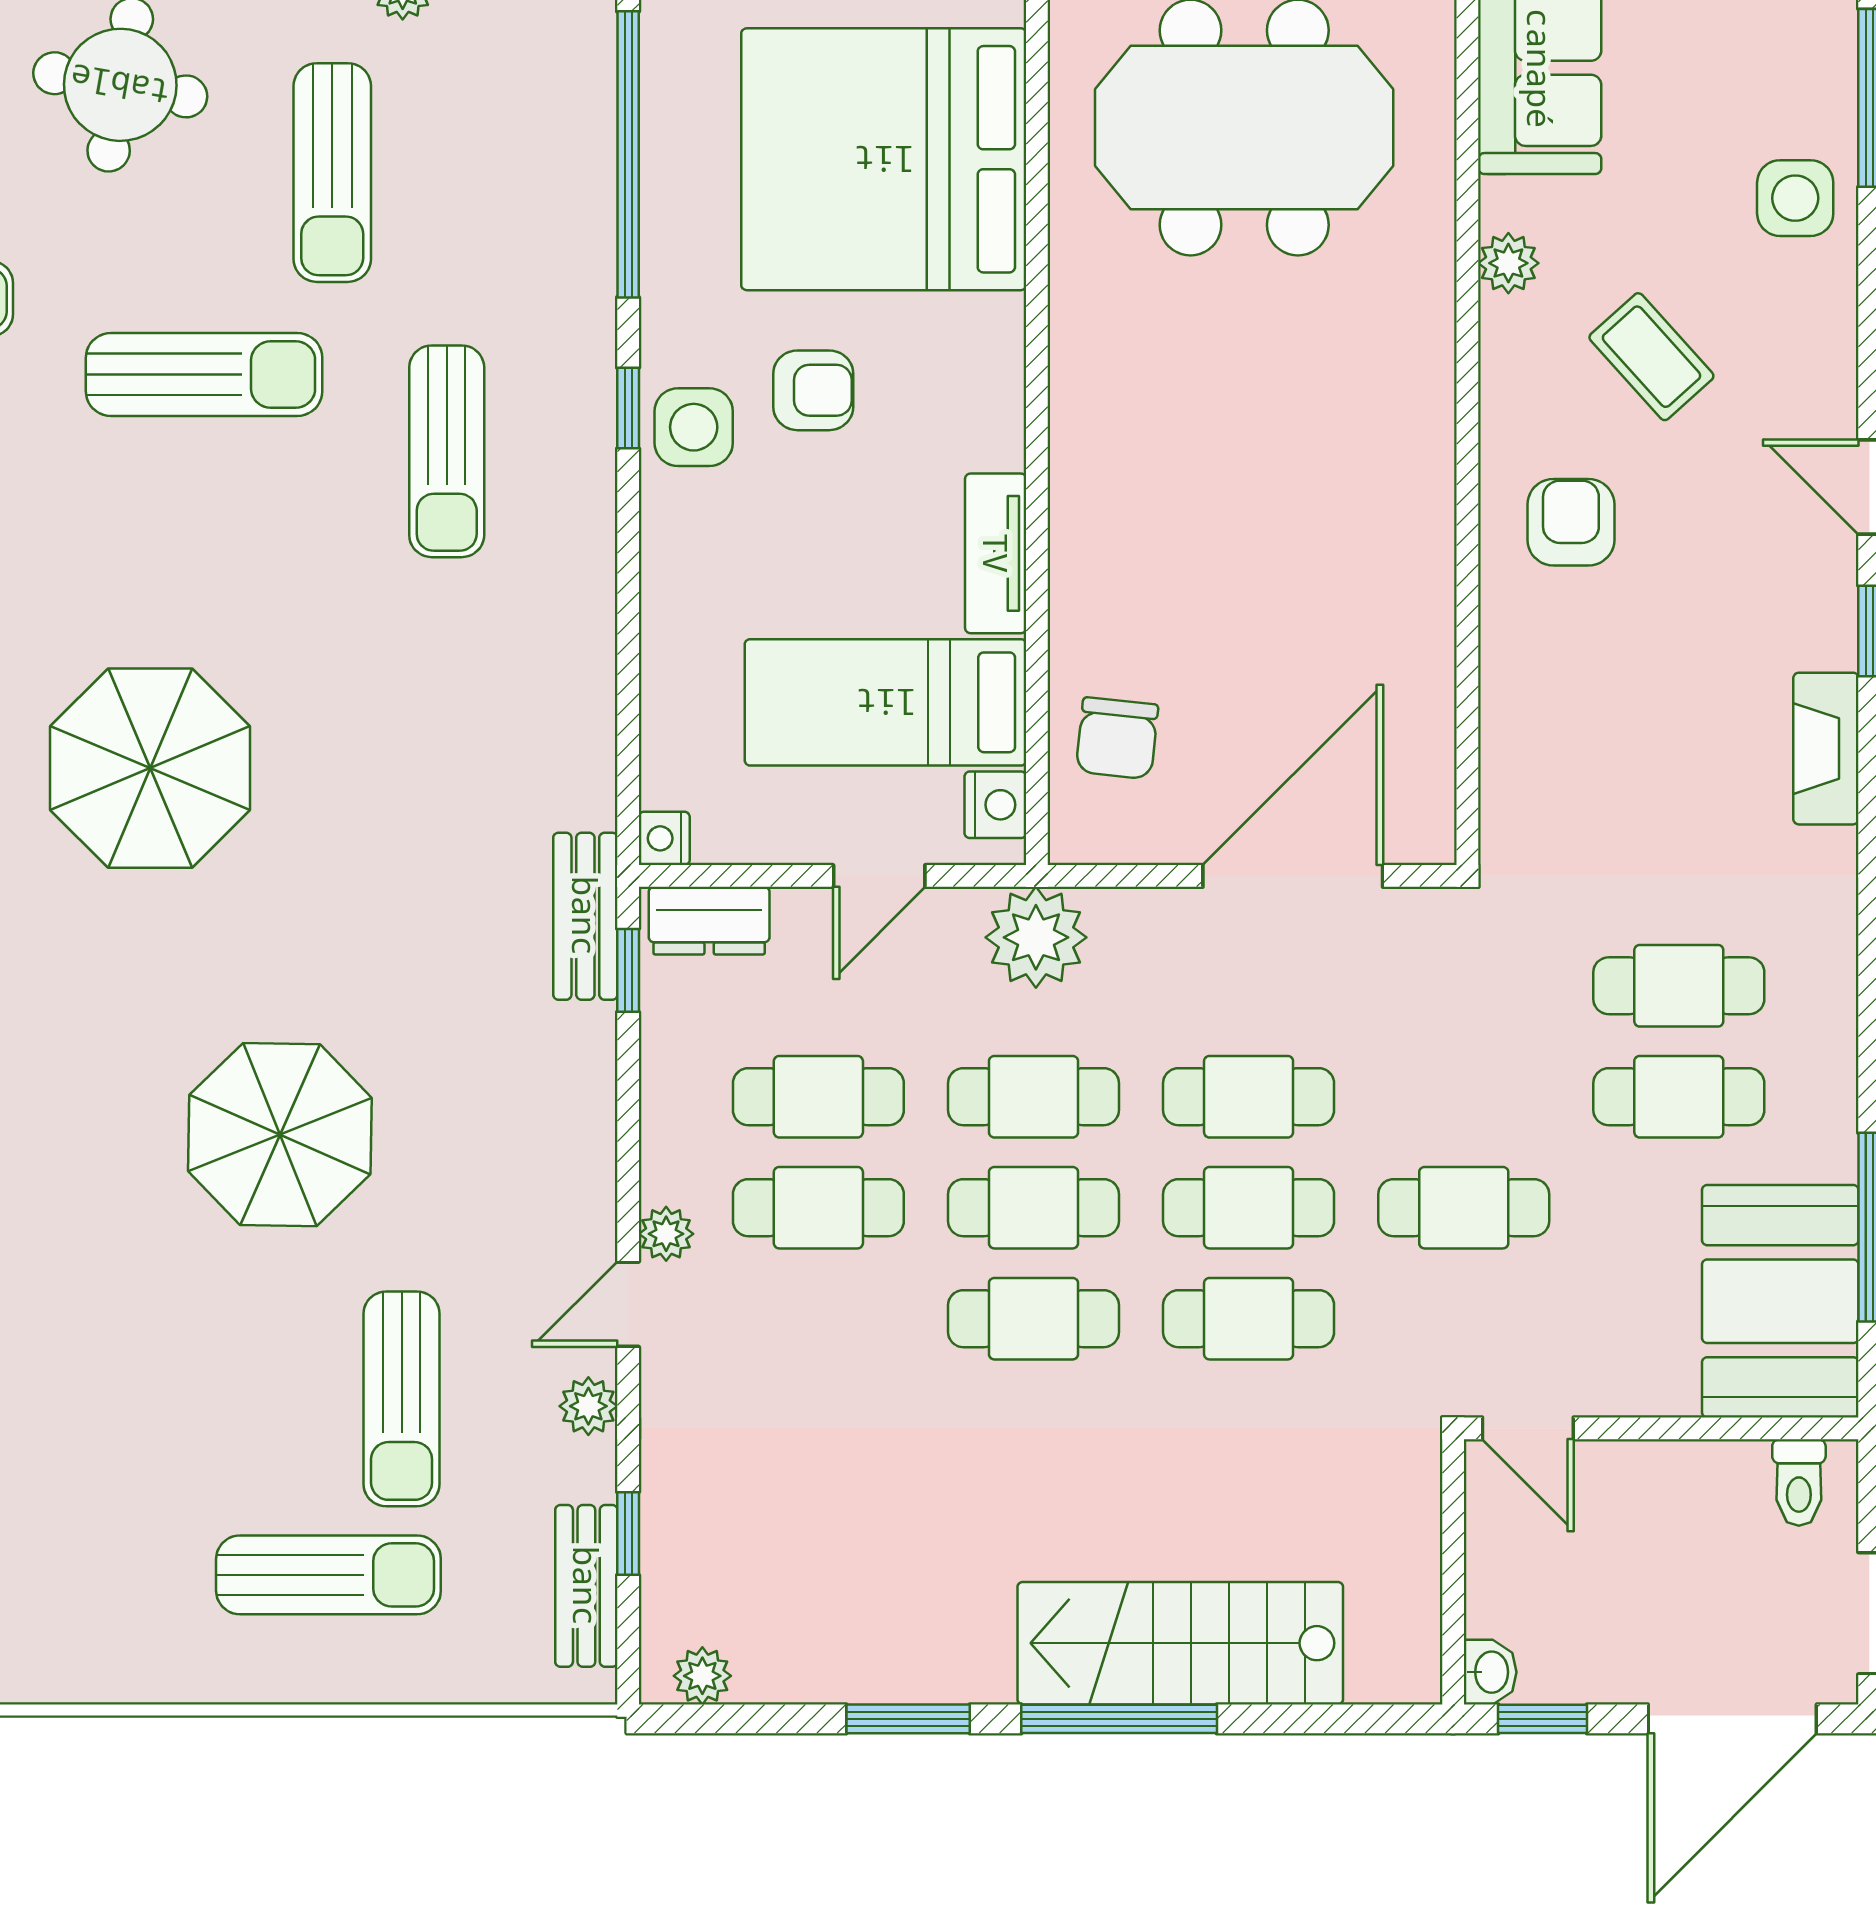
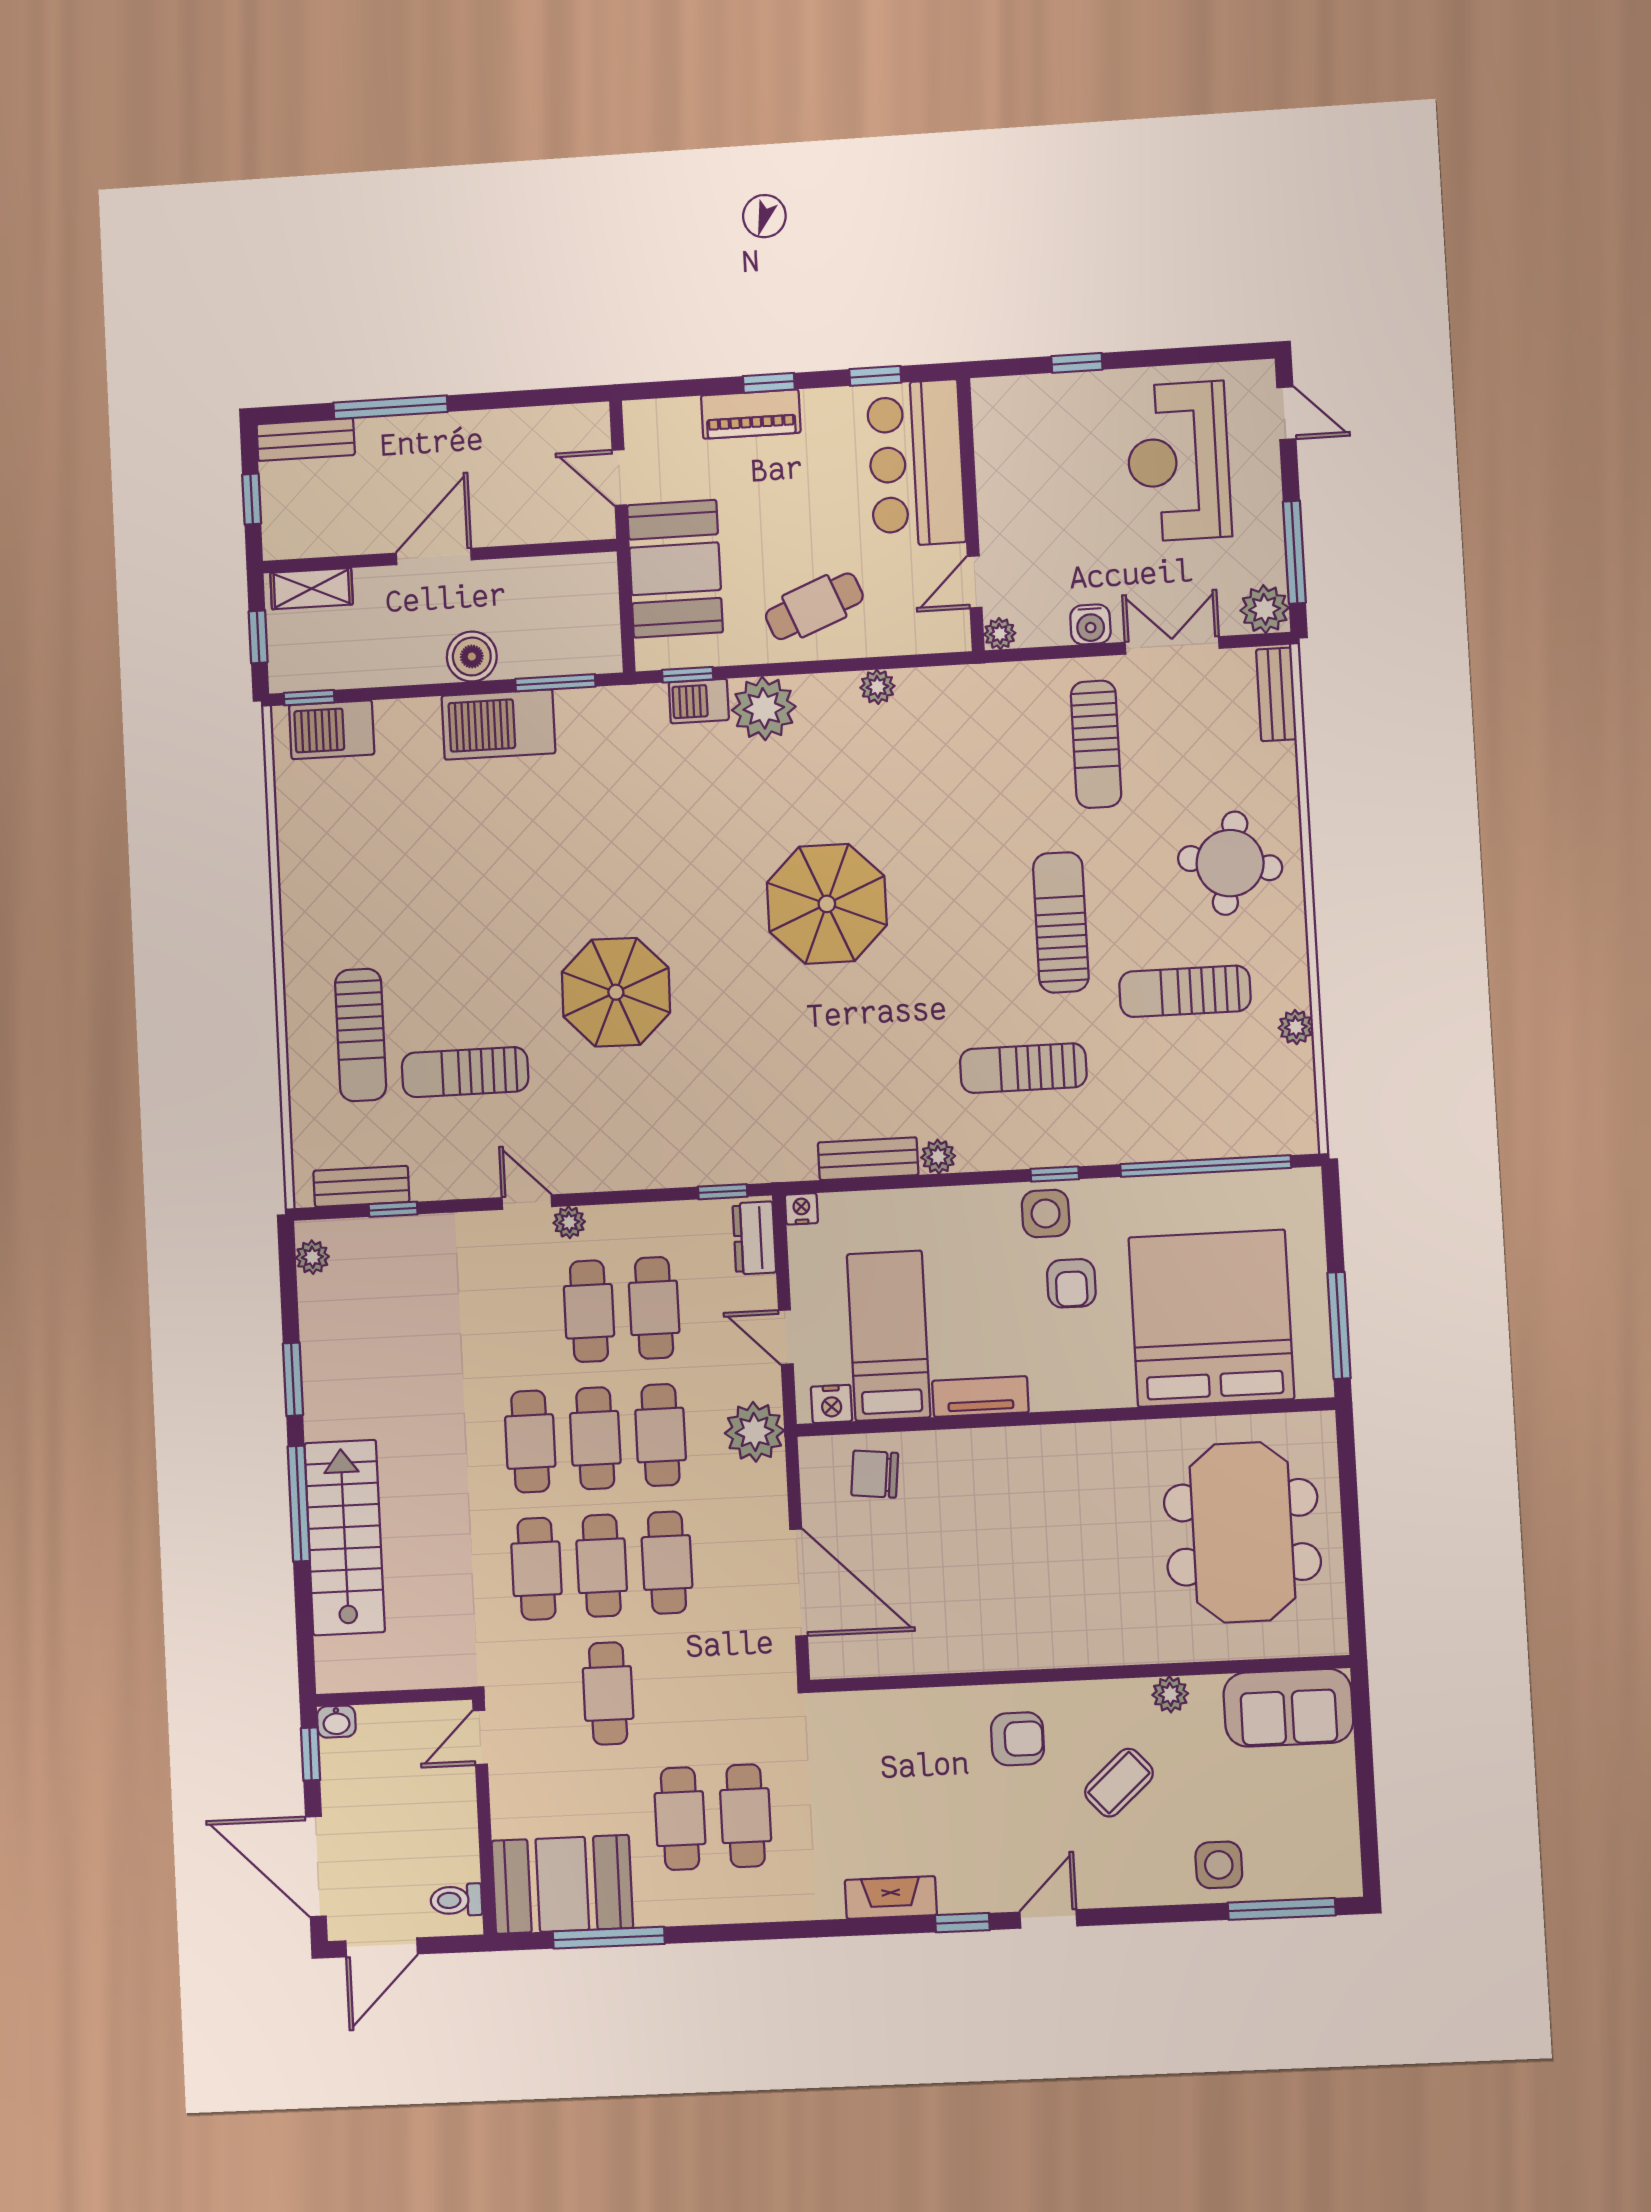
sun lounger: (204, 375) -> (1061, 922), turned 180
bench: (585, 916) -> (868, 1159), moved
plant: (588, 1406) -> (938, 1157), moved

